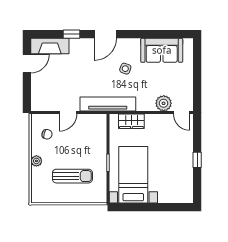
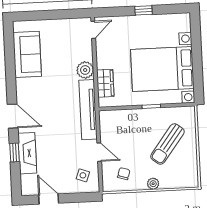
fireplace: (50, 46) -> (27, 153), moved
side table: (125, 69) -> (83, 175), moved
plant: (164, 103) -> (85, 70), moved
bed with nightstands: (133, 175) -> (162, 69), width x1.36
sun lounger: (72, 176) -> (167, 144), turned -143

